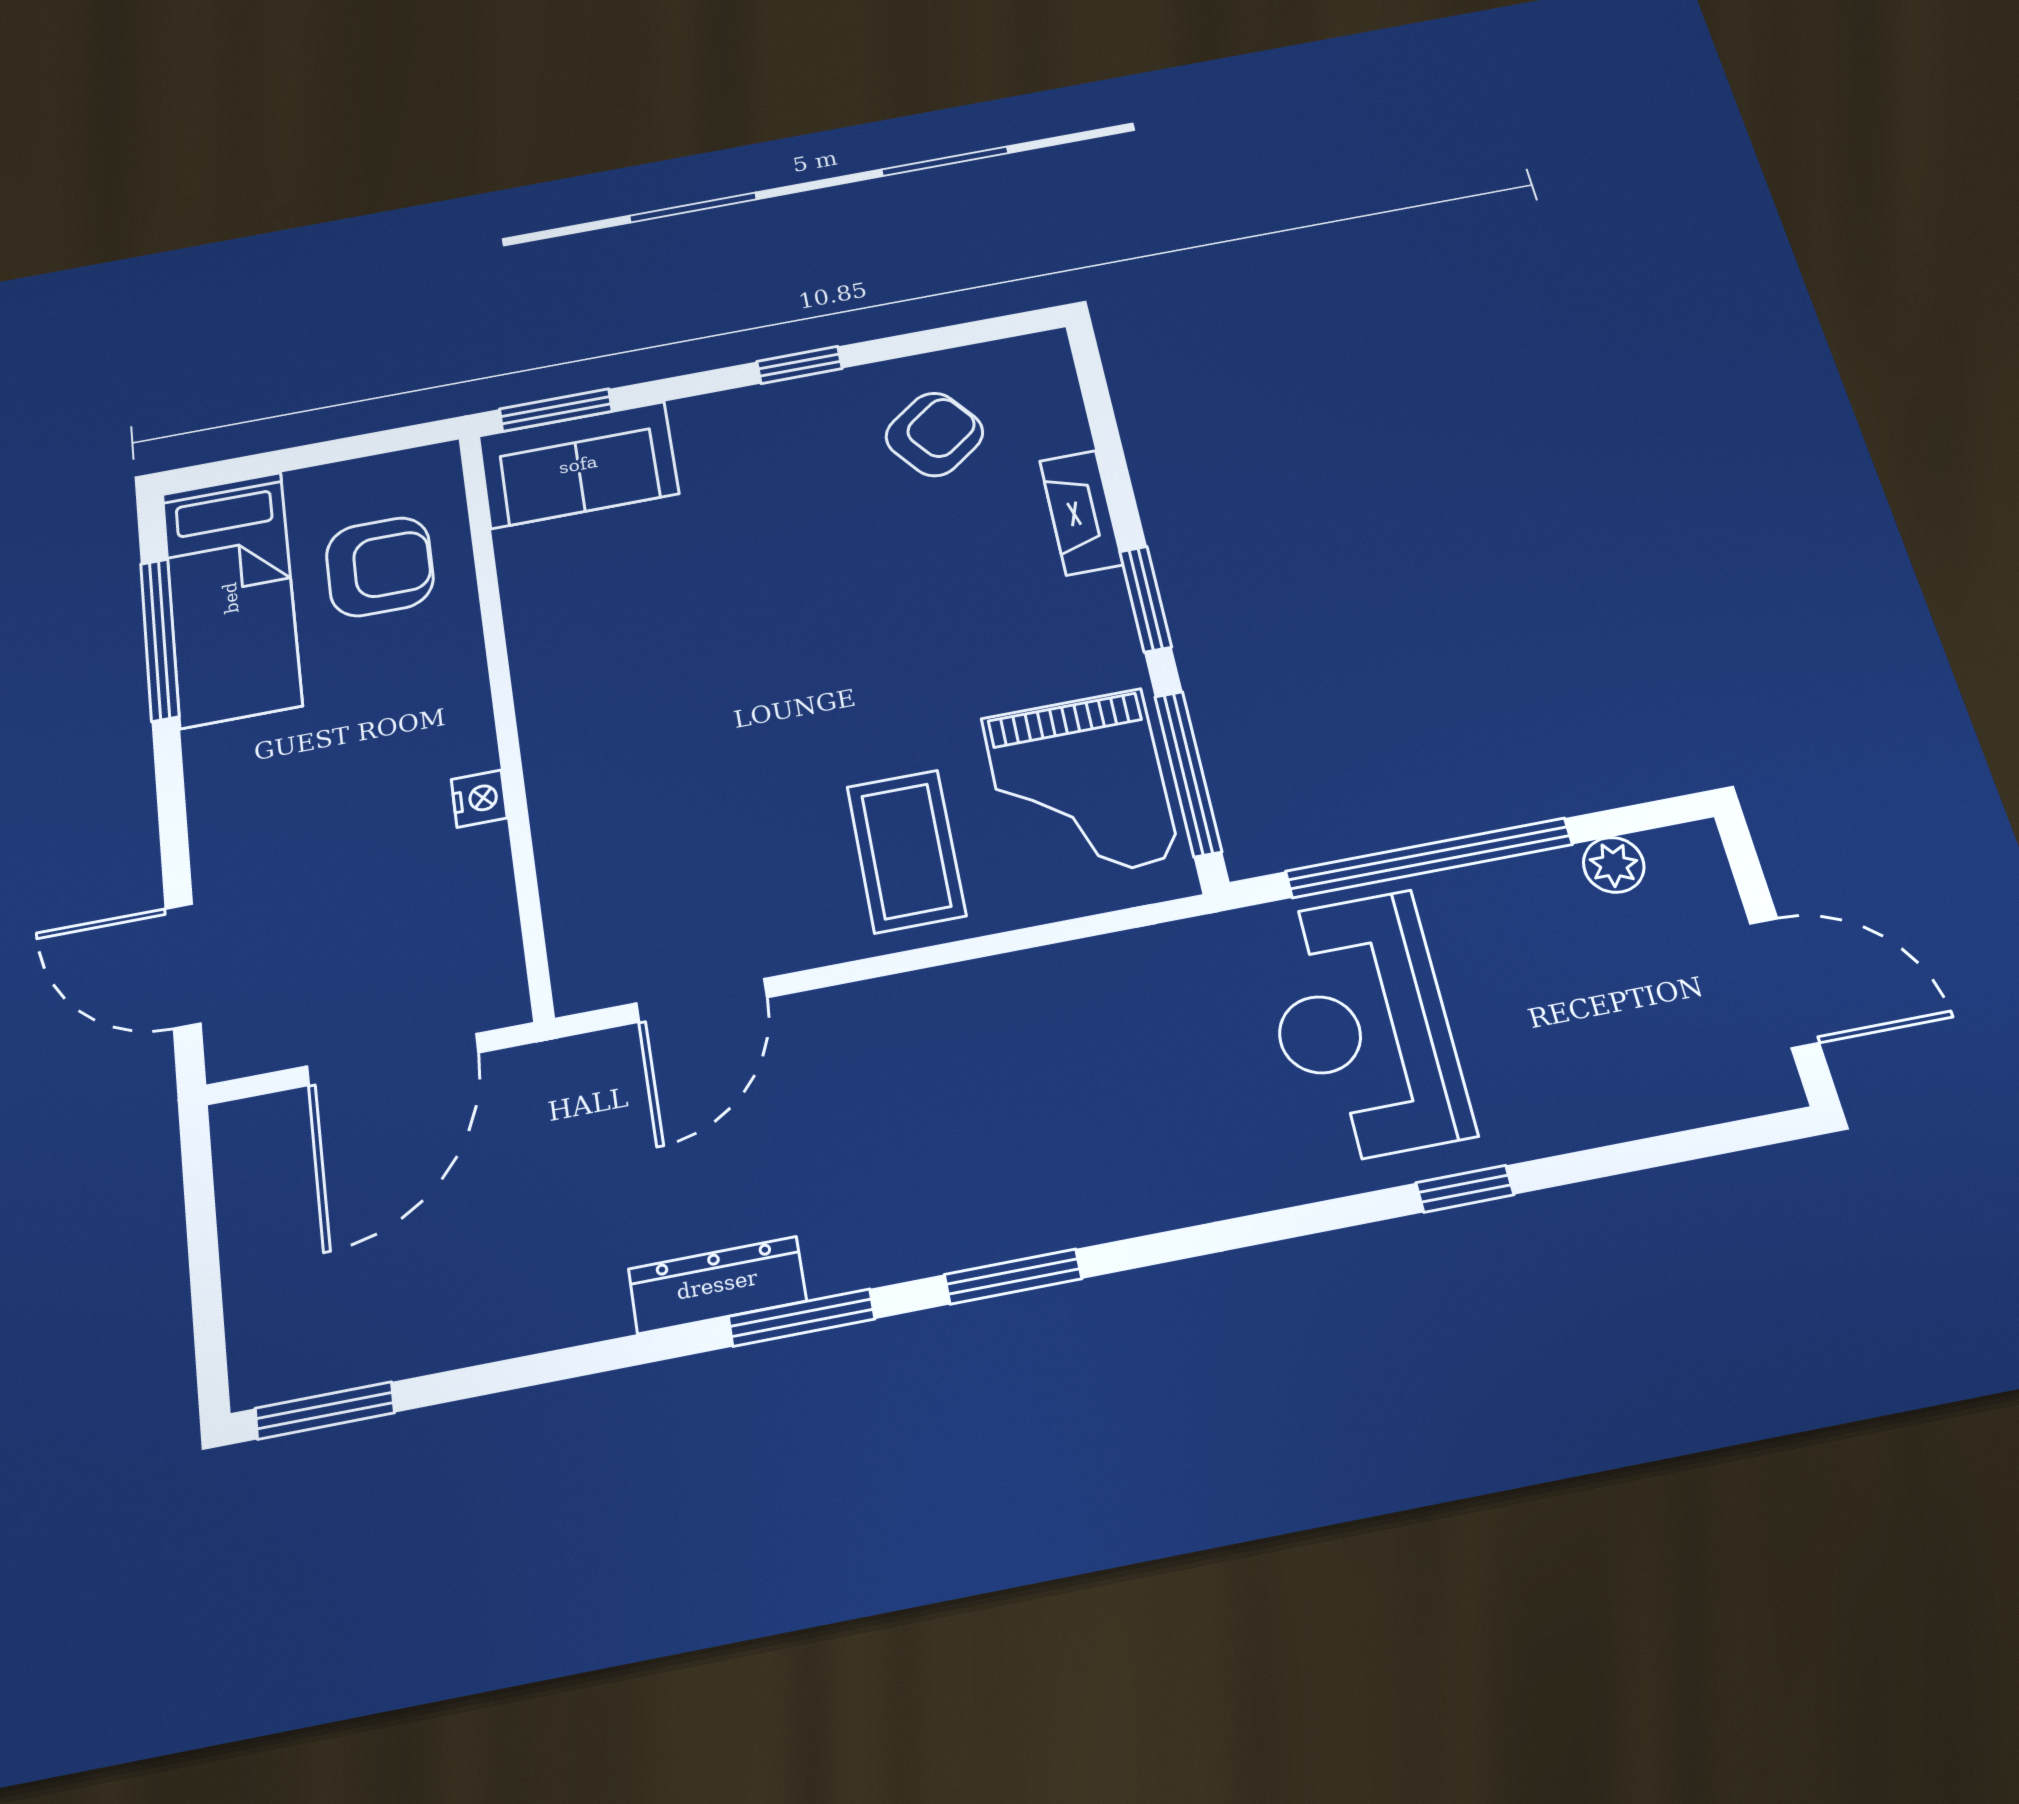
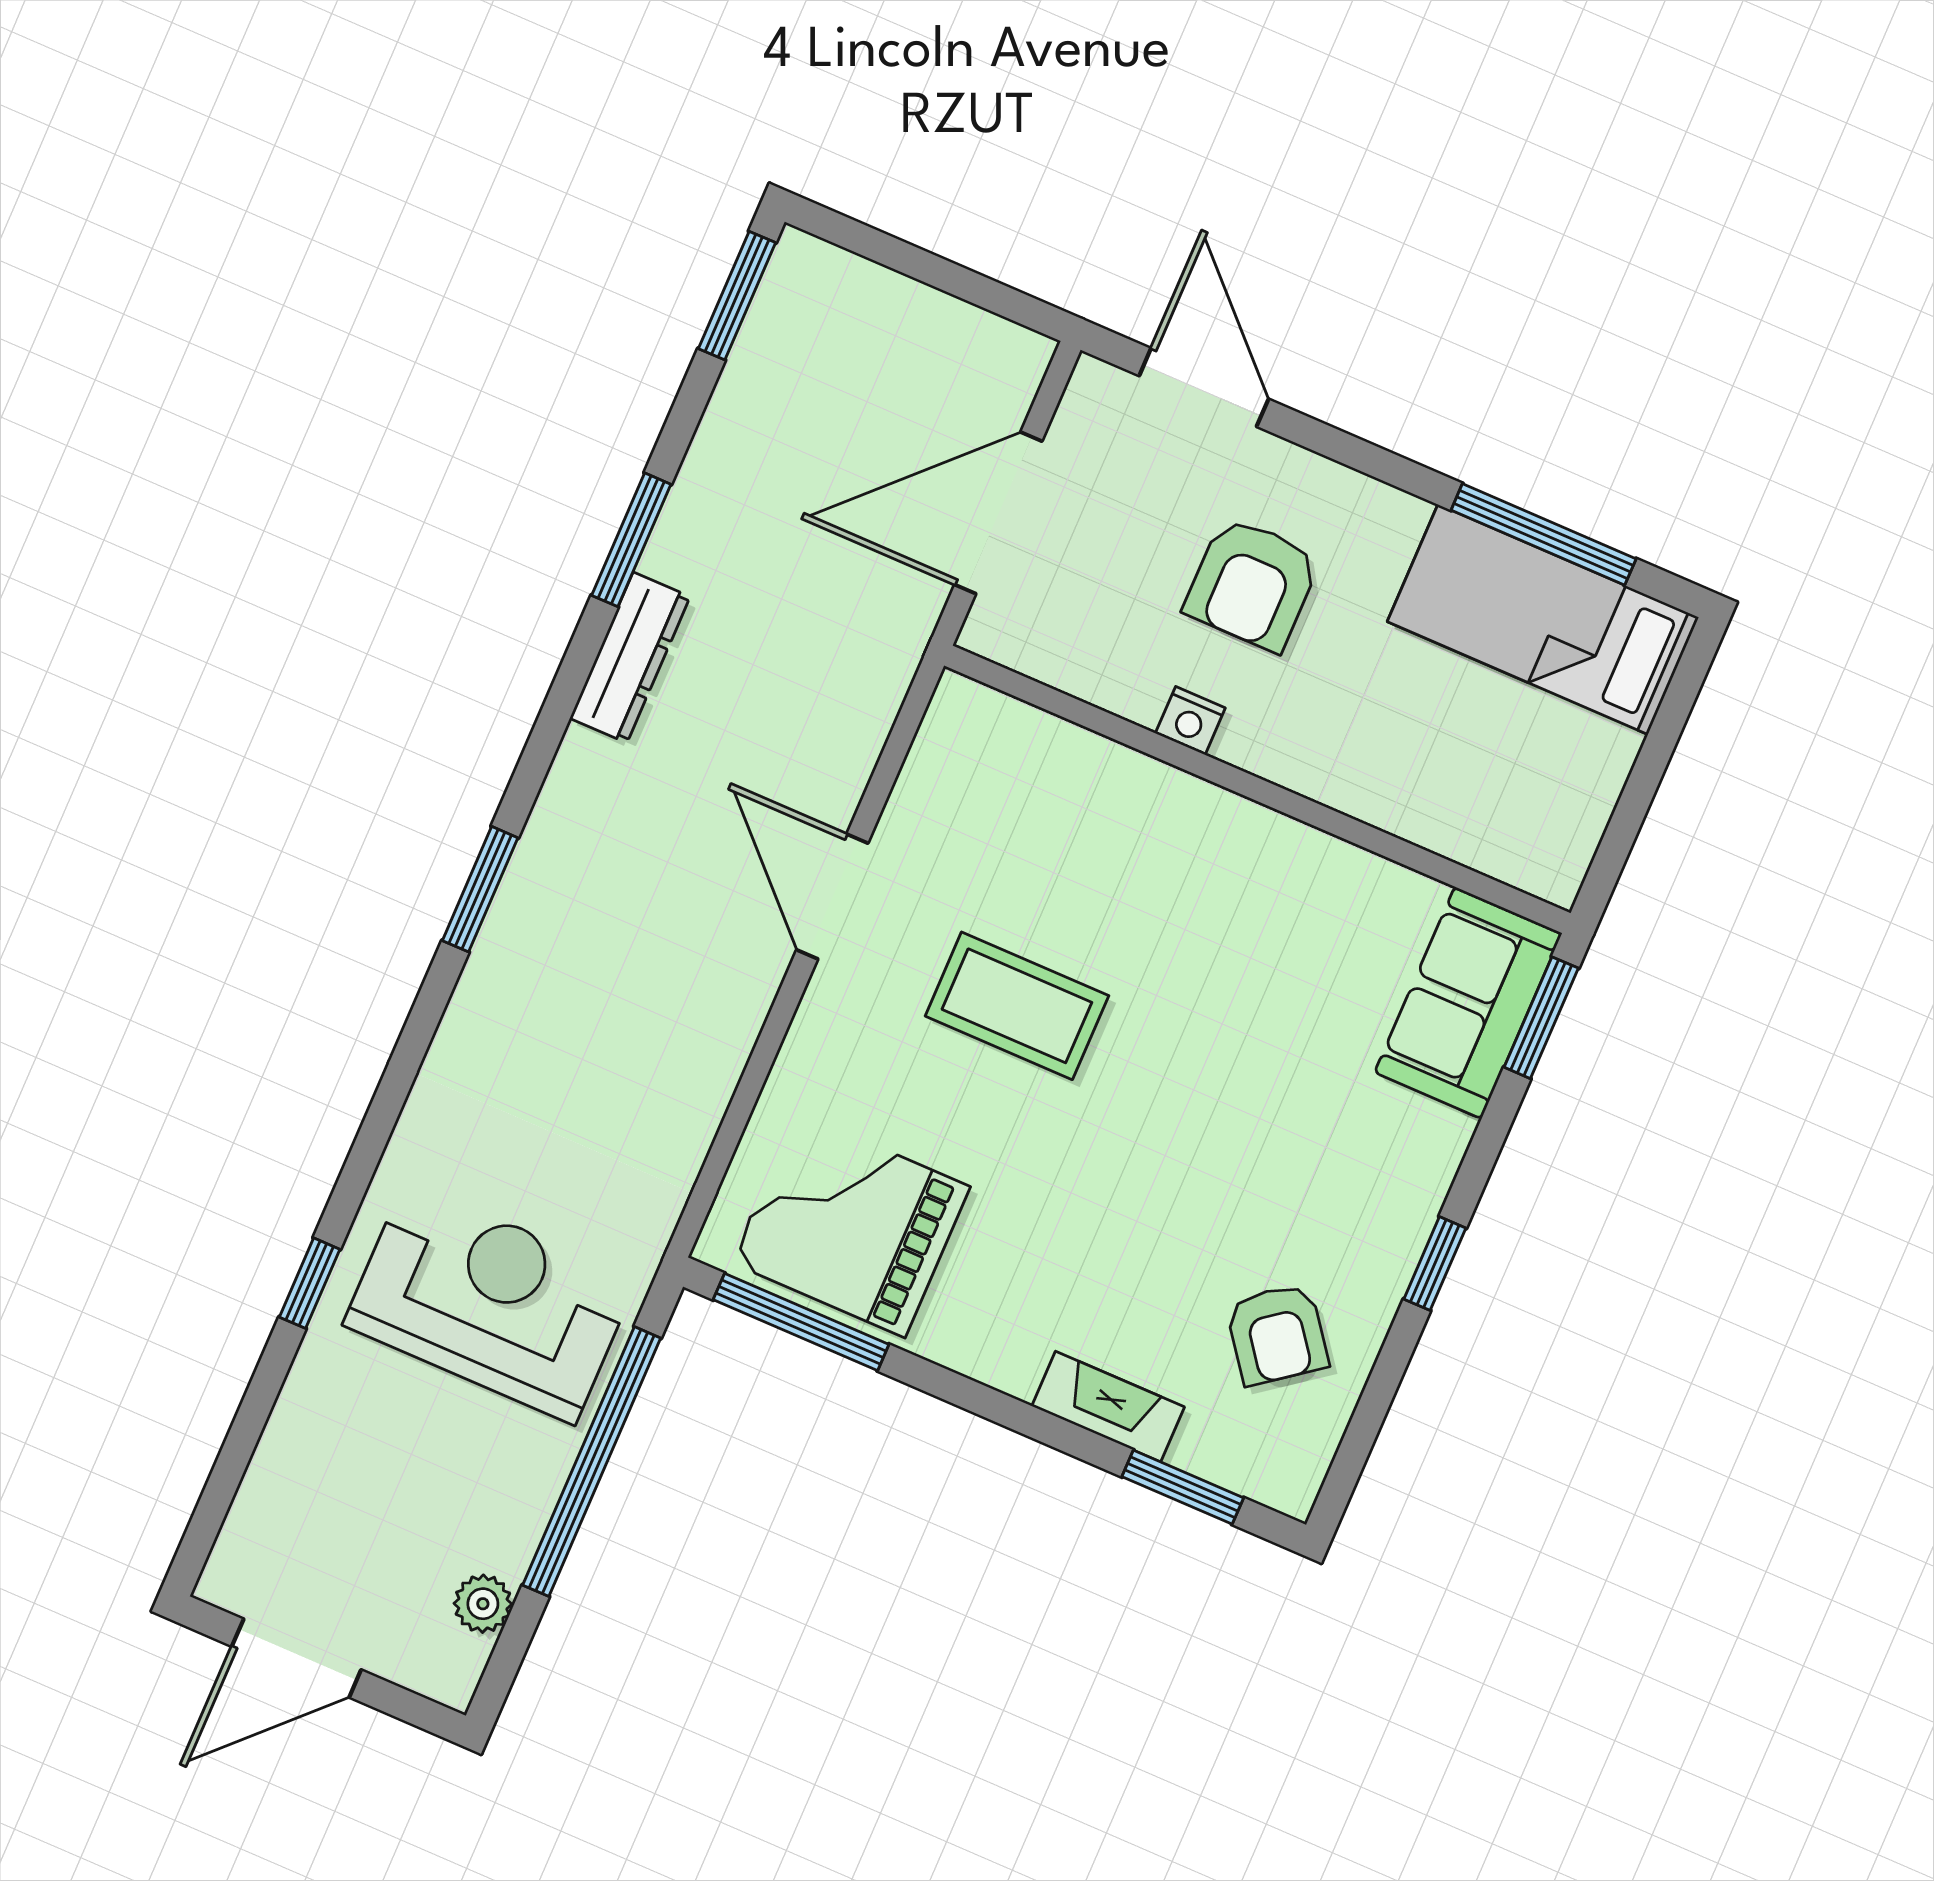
armchair: (380, 567) -> (1252, 584), moved
window: (1145, 599) -> (1183, 1487), moved
coffee table: (906, 851) -> (1017, 1006), moved
door: (183, 966) -> (1204, 387), hinge flipped
door: (702, 1000) -> (832, 896), moved
door: (393, 1059) -> (998, 513), hinge flipped
window: (802, 1318) -> (631, 540), moved

